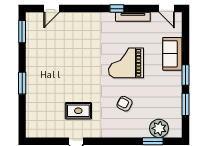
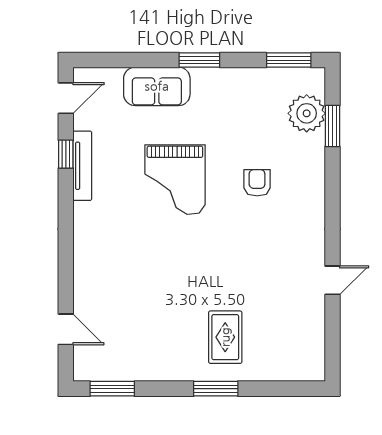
window: (117, 9) -> (66, 154), moved
armchair: (125, 104) -> (257, 183), turned 152
window: (186, 104) -> (289, 60), moved
rug: (78, 111) -> (225, 337), moved

